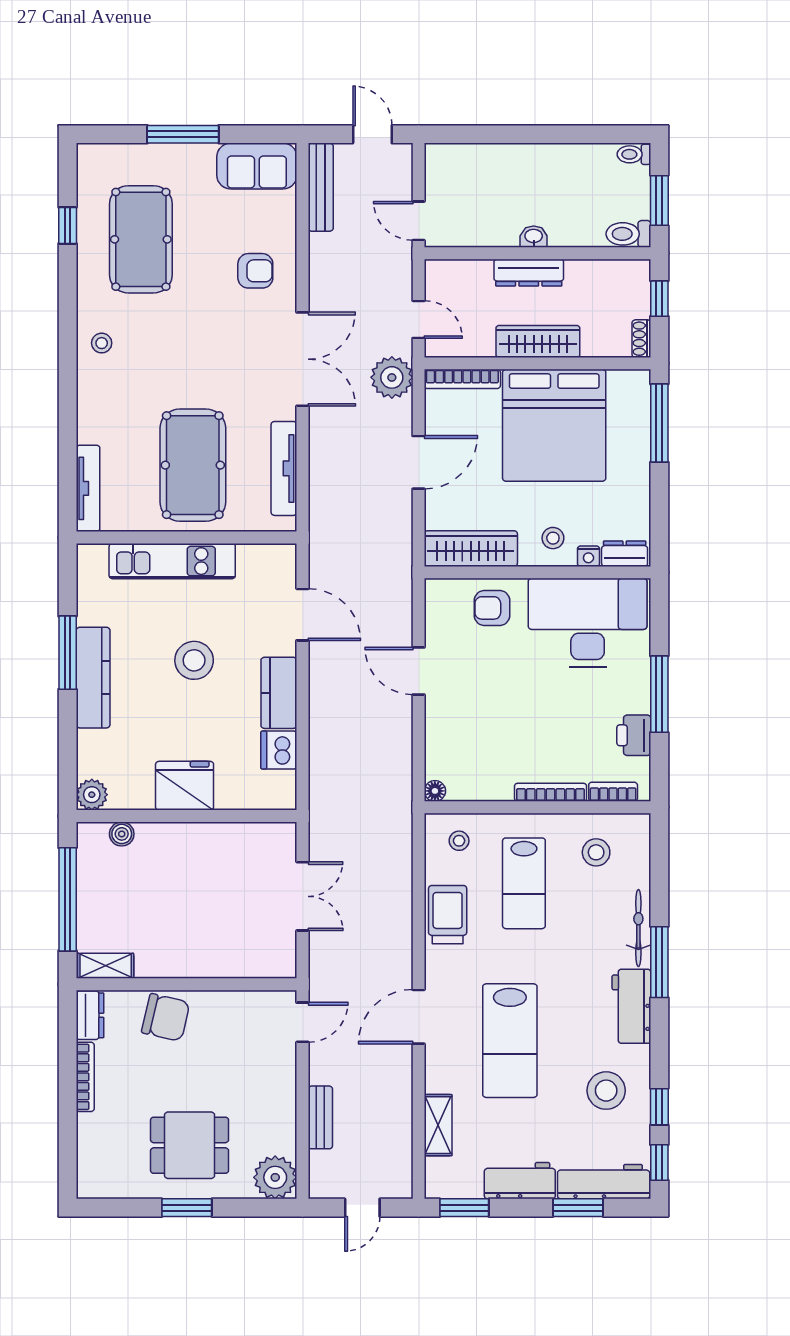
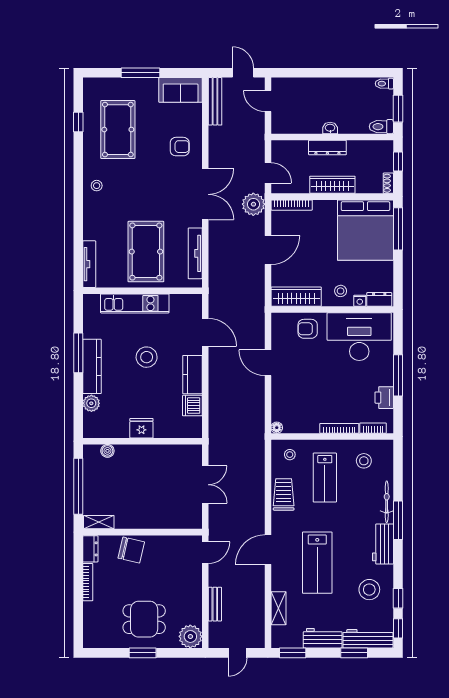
door: (419, 221) -> (268, 101), moved
bed: (554, 425) -> (365, 230), moved
fridge: (185, 786) -> (141, 428), width x0.73, depth x0.75
plant: (92, 795) -> (91, 403), moved

